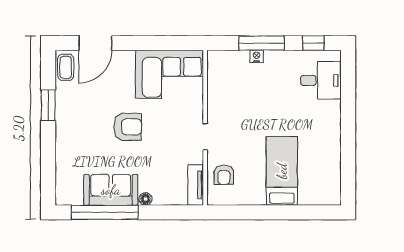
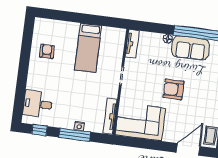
tv unit: (214, 76) -> (110, 116), added
bed: (282, 171) -> (88, 48), moved
armchair: (224, 175) -> (47, 51), moved

